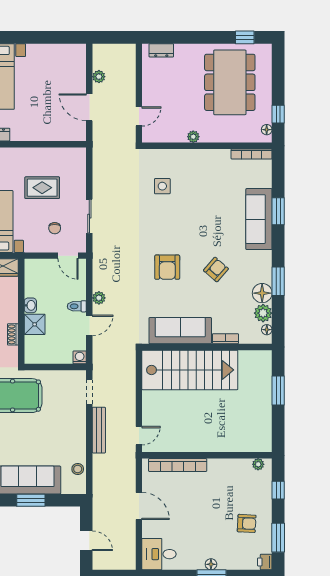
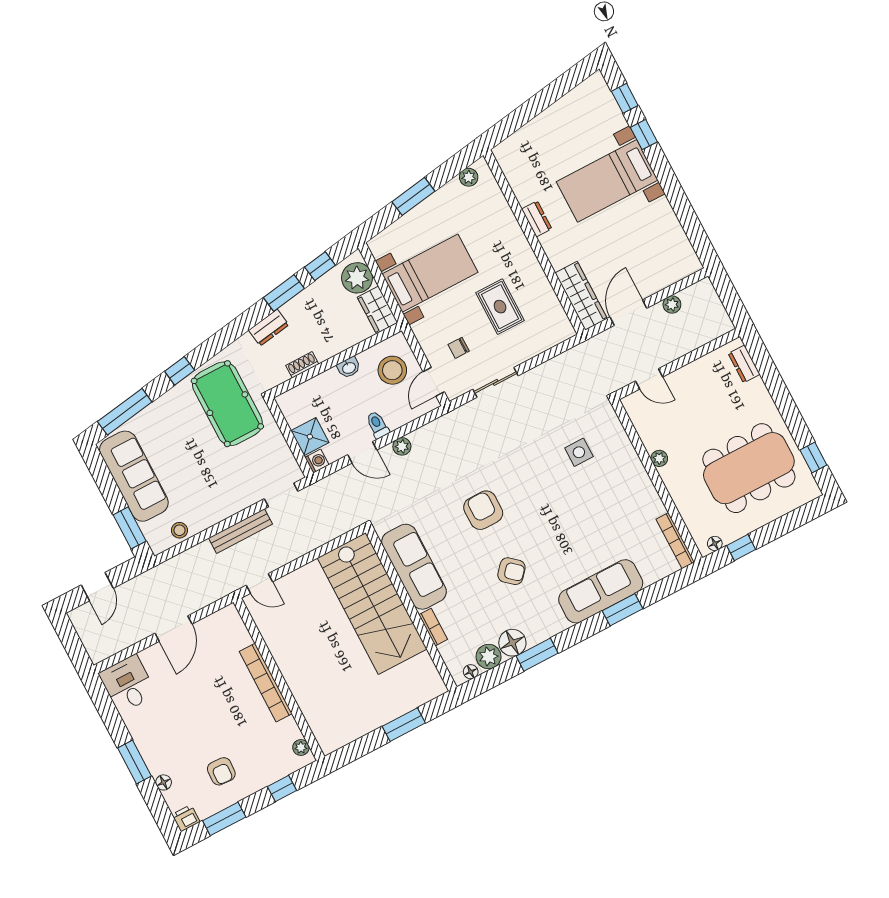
wardrobe: (63, 132) -> (581, 296), added
armchair: (167, 267) -> (483, 510), turned 90
stool: (47, 278) -> (392, 370), added
shower: (35, 324) -> (310, 437), moved
bookcase: (178, 465) -> (266, 683), moved
window: (31, 500) -> (130, 528), moved
floor lamp: (211, 564) -> (164, 782), moved

